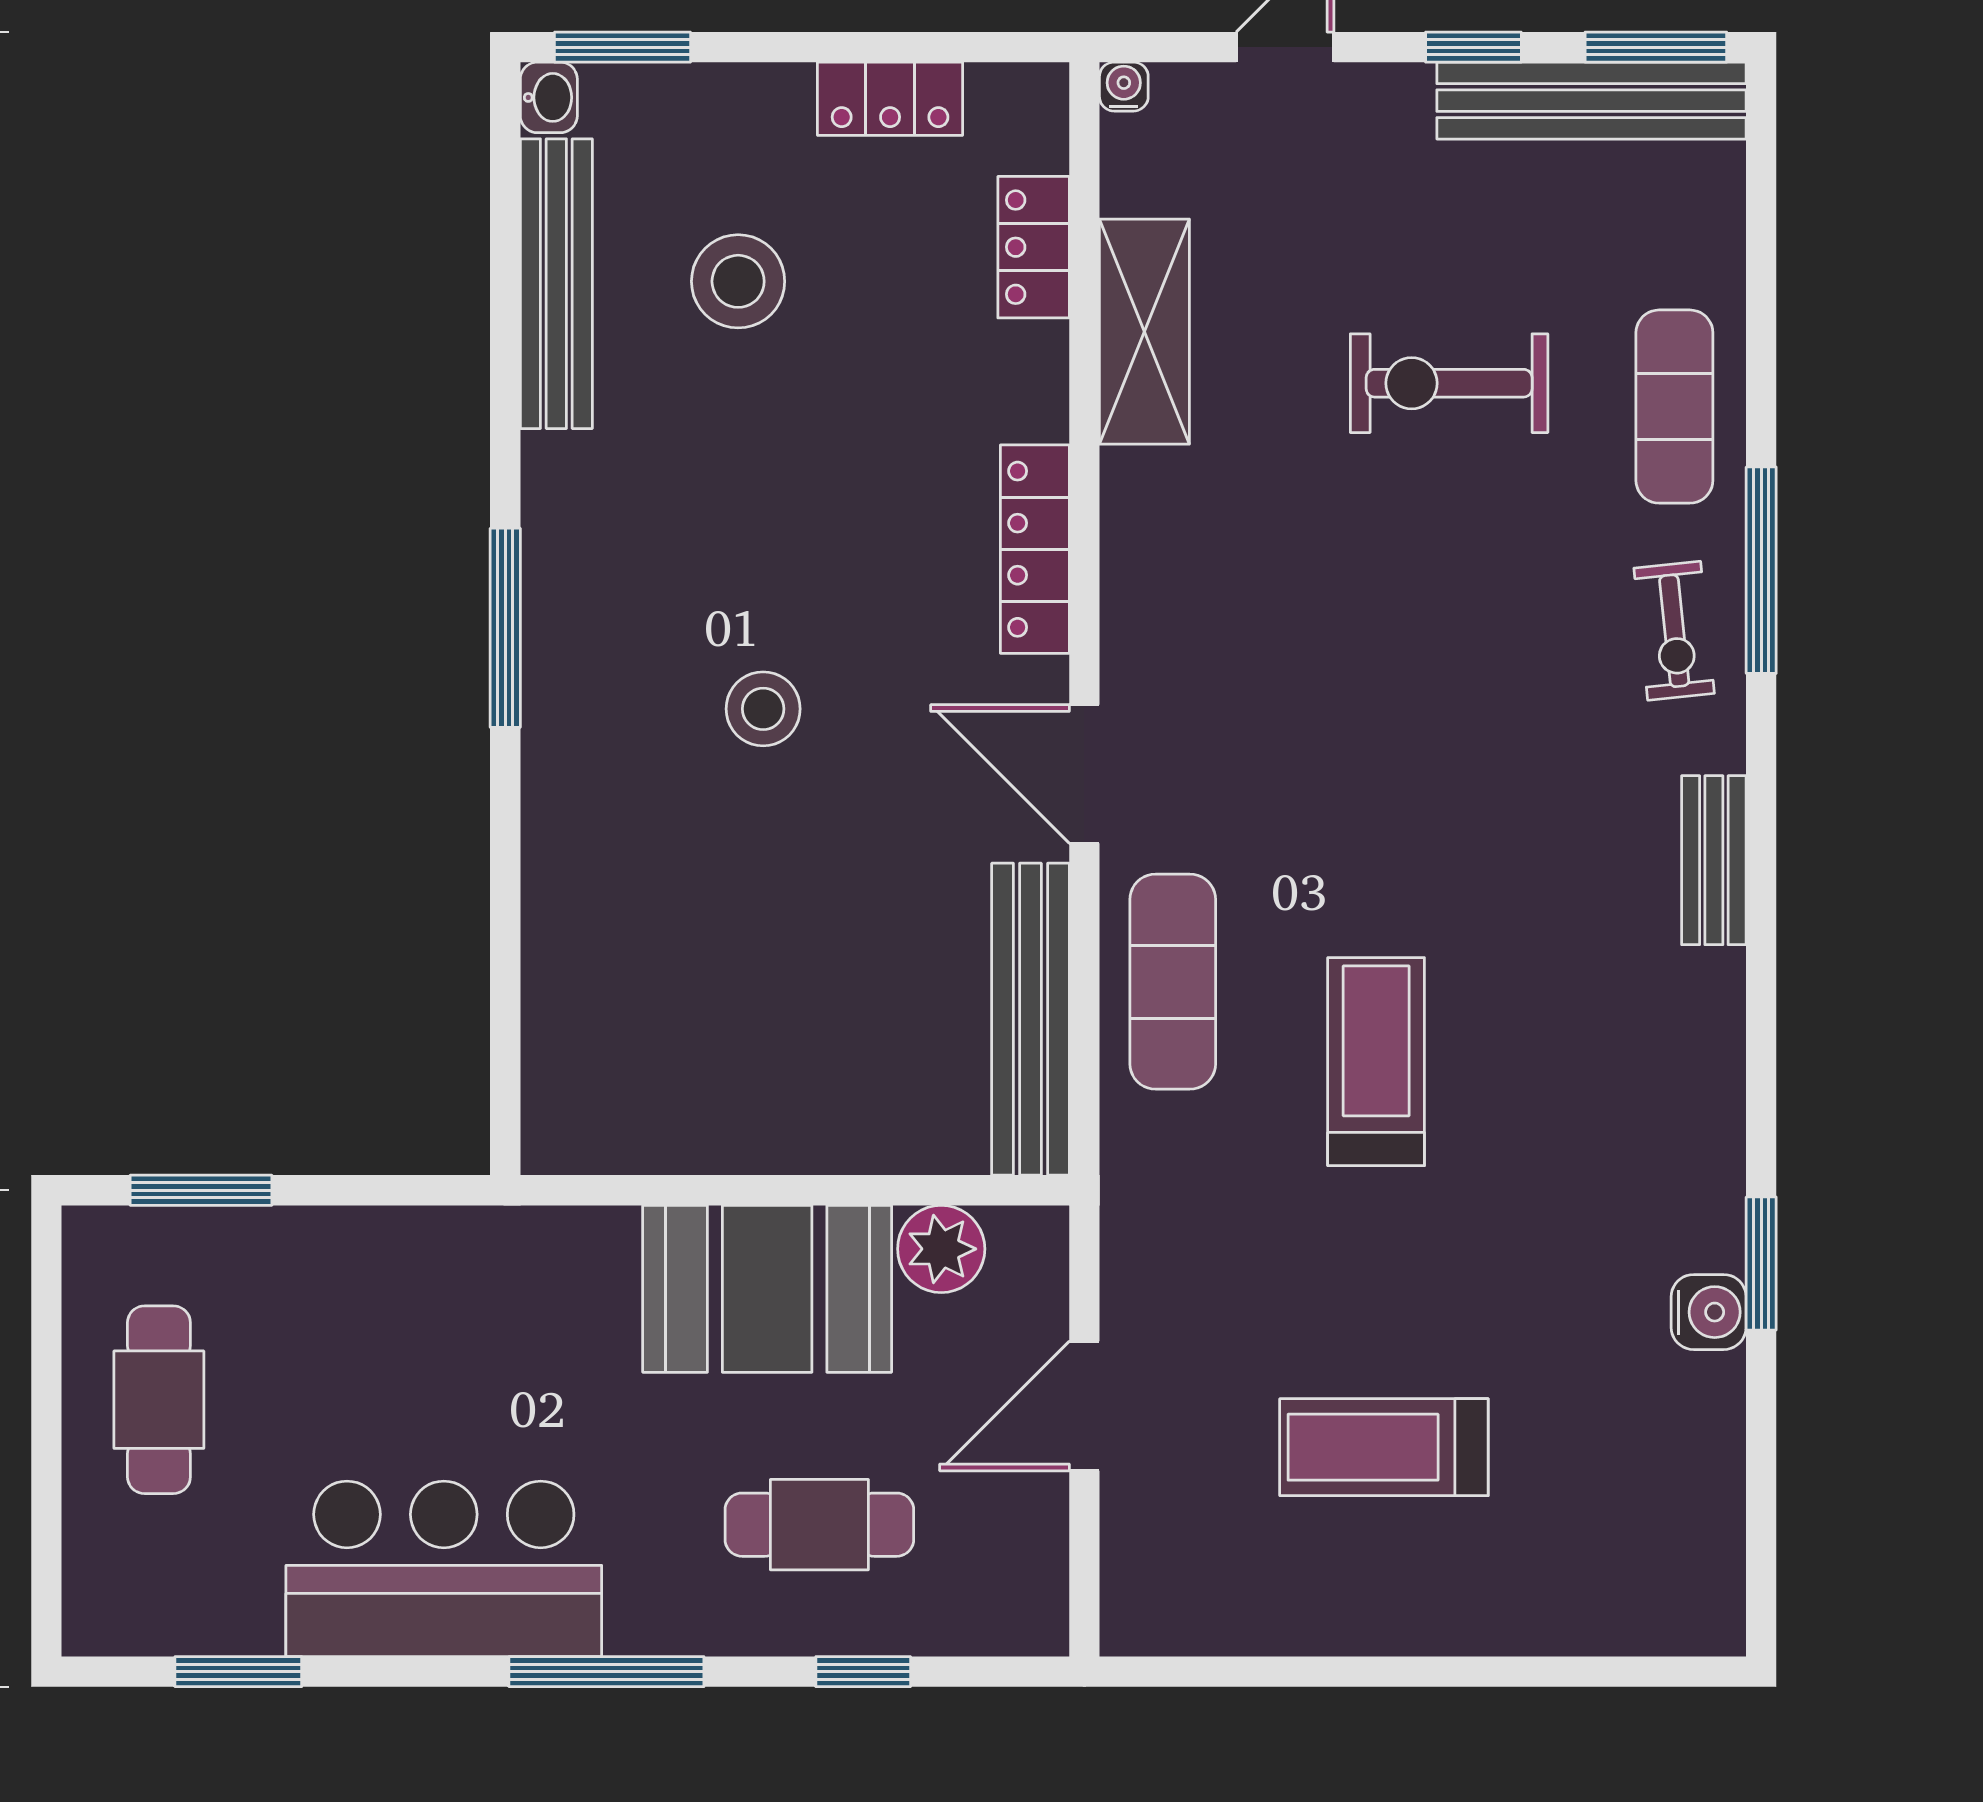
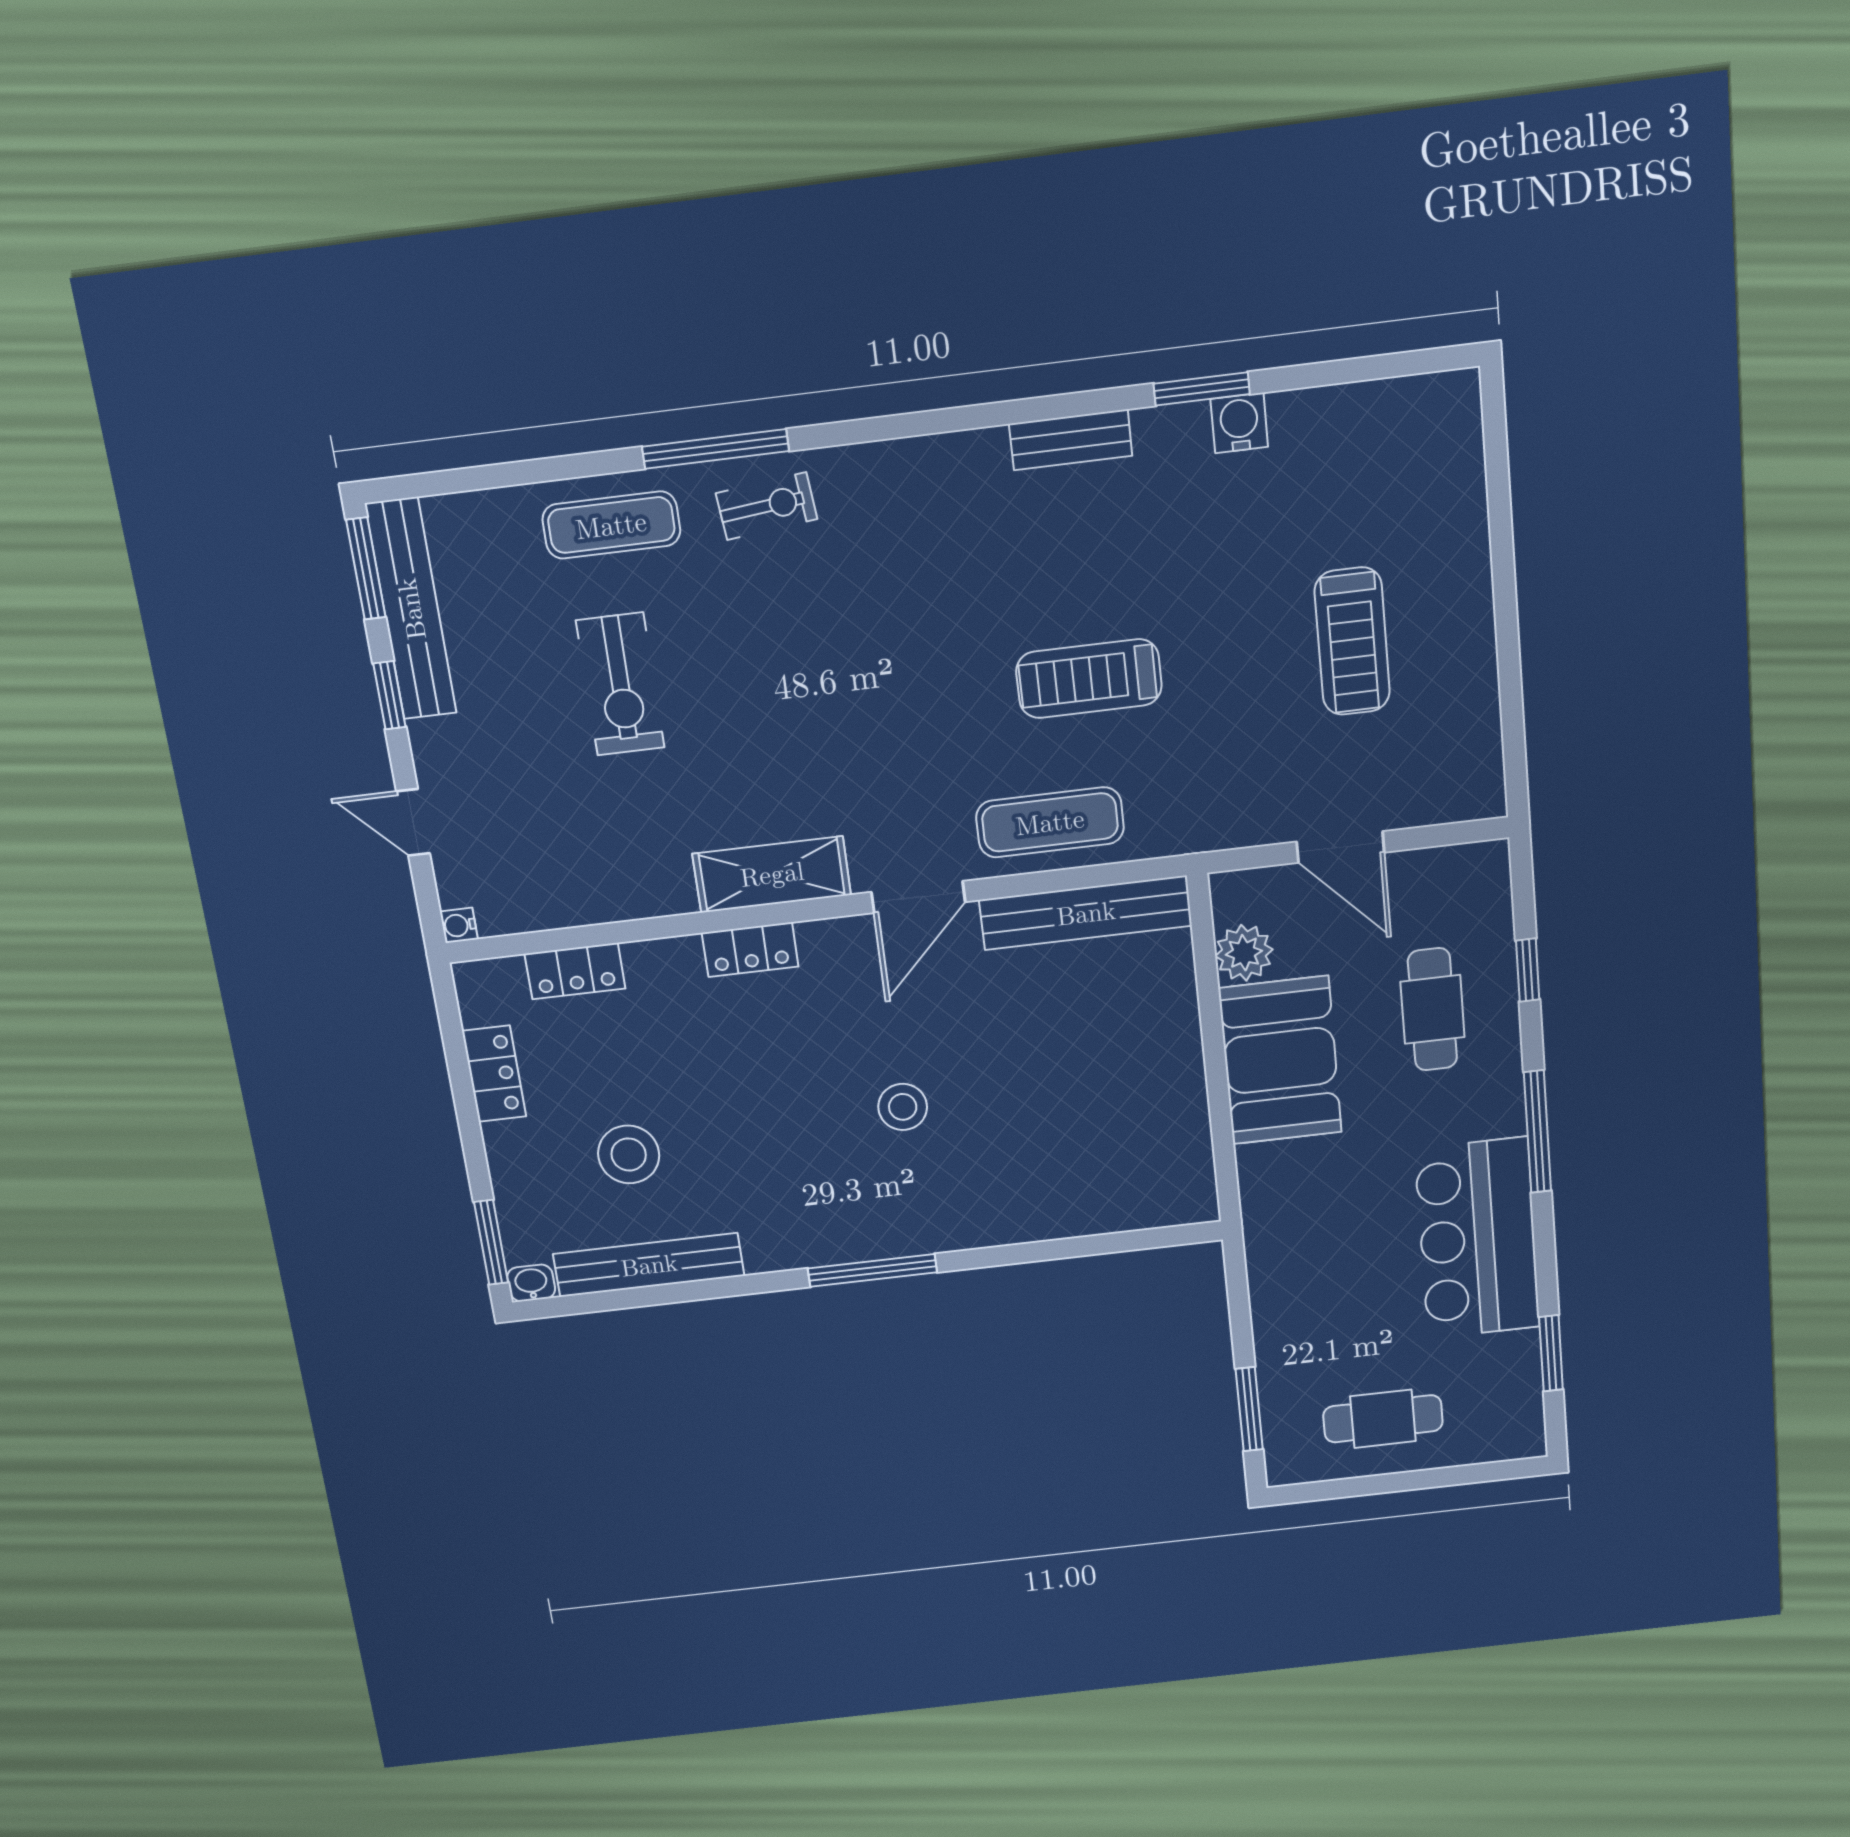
shelving: (1144, 332) -> (772, 874), moved
locker: (1035, 549) -> (750, 950), width x0.66
bench: (1714, 860) -> (1071, 440), moved

